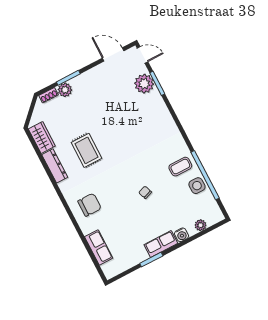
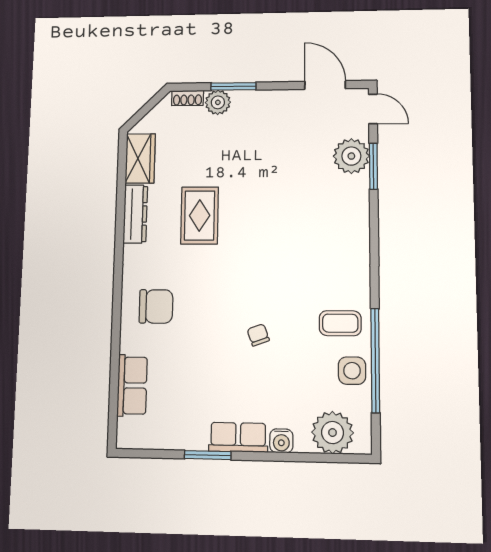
plant: (201, 225) -> (333, 433), width x1.87, depth x1.87

